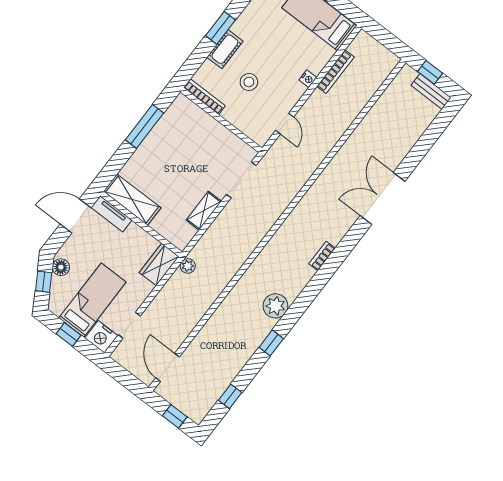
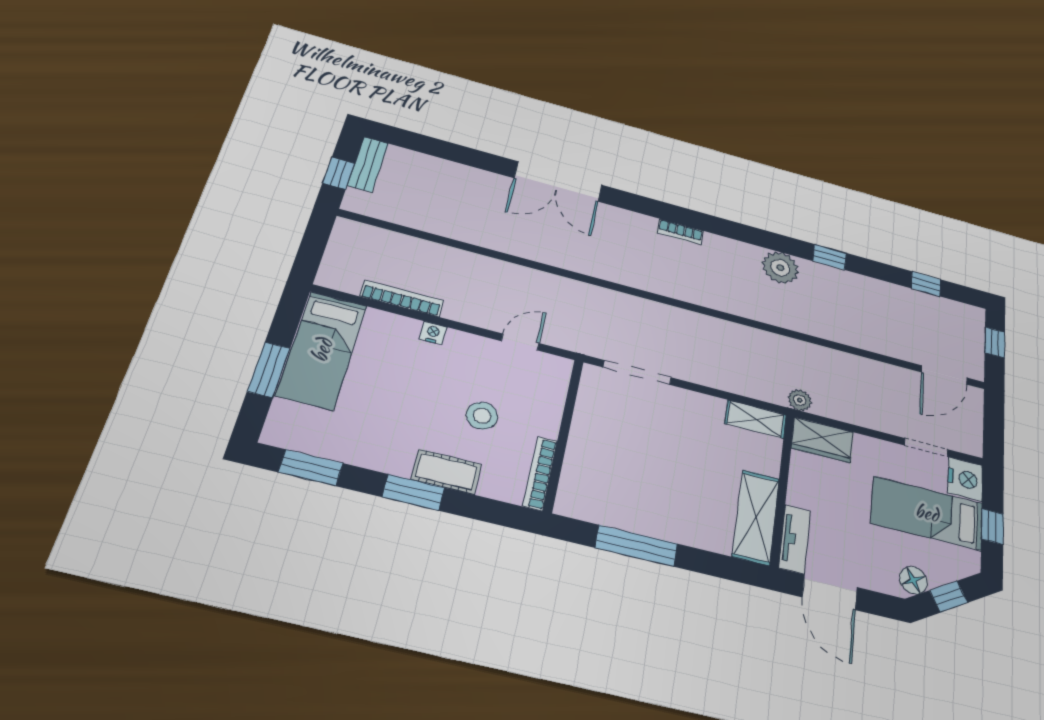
shelving: (204, 211) -> (756, 419), moved

